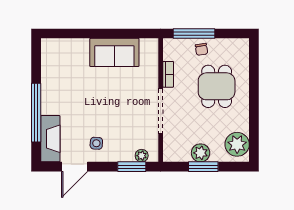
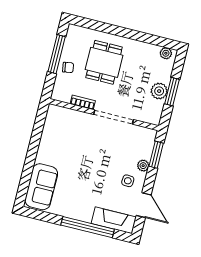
window: (194, 34) -> (57, 54), moved
sofa: (114, 52) -> (41, 187), moved
dining table: (217, 86) -> (104, 62), turned 90
plant: (237, 144) -> (166, 53), width x0.53, depth x0.53
plant: (142, 156) -> (143, 166), moved

